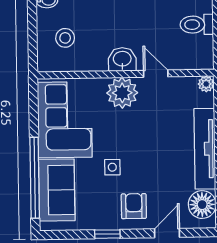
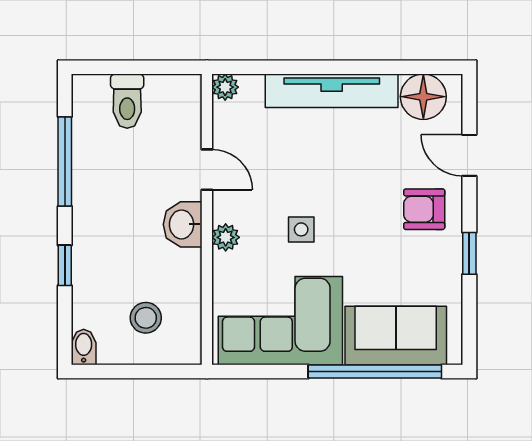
door: (156, 74) -> (207, 170), swing flipped
plant: (122, 93) -> (226, 237), width x0.53, depth x0.53
side table: (112, 167) -> (301, 229), moved

